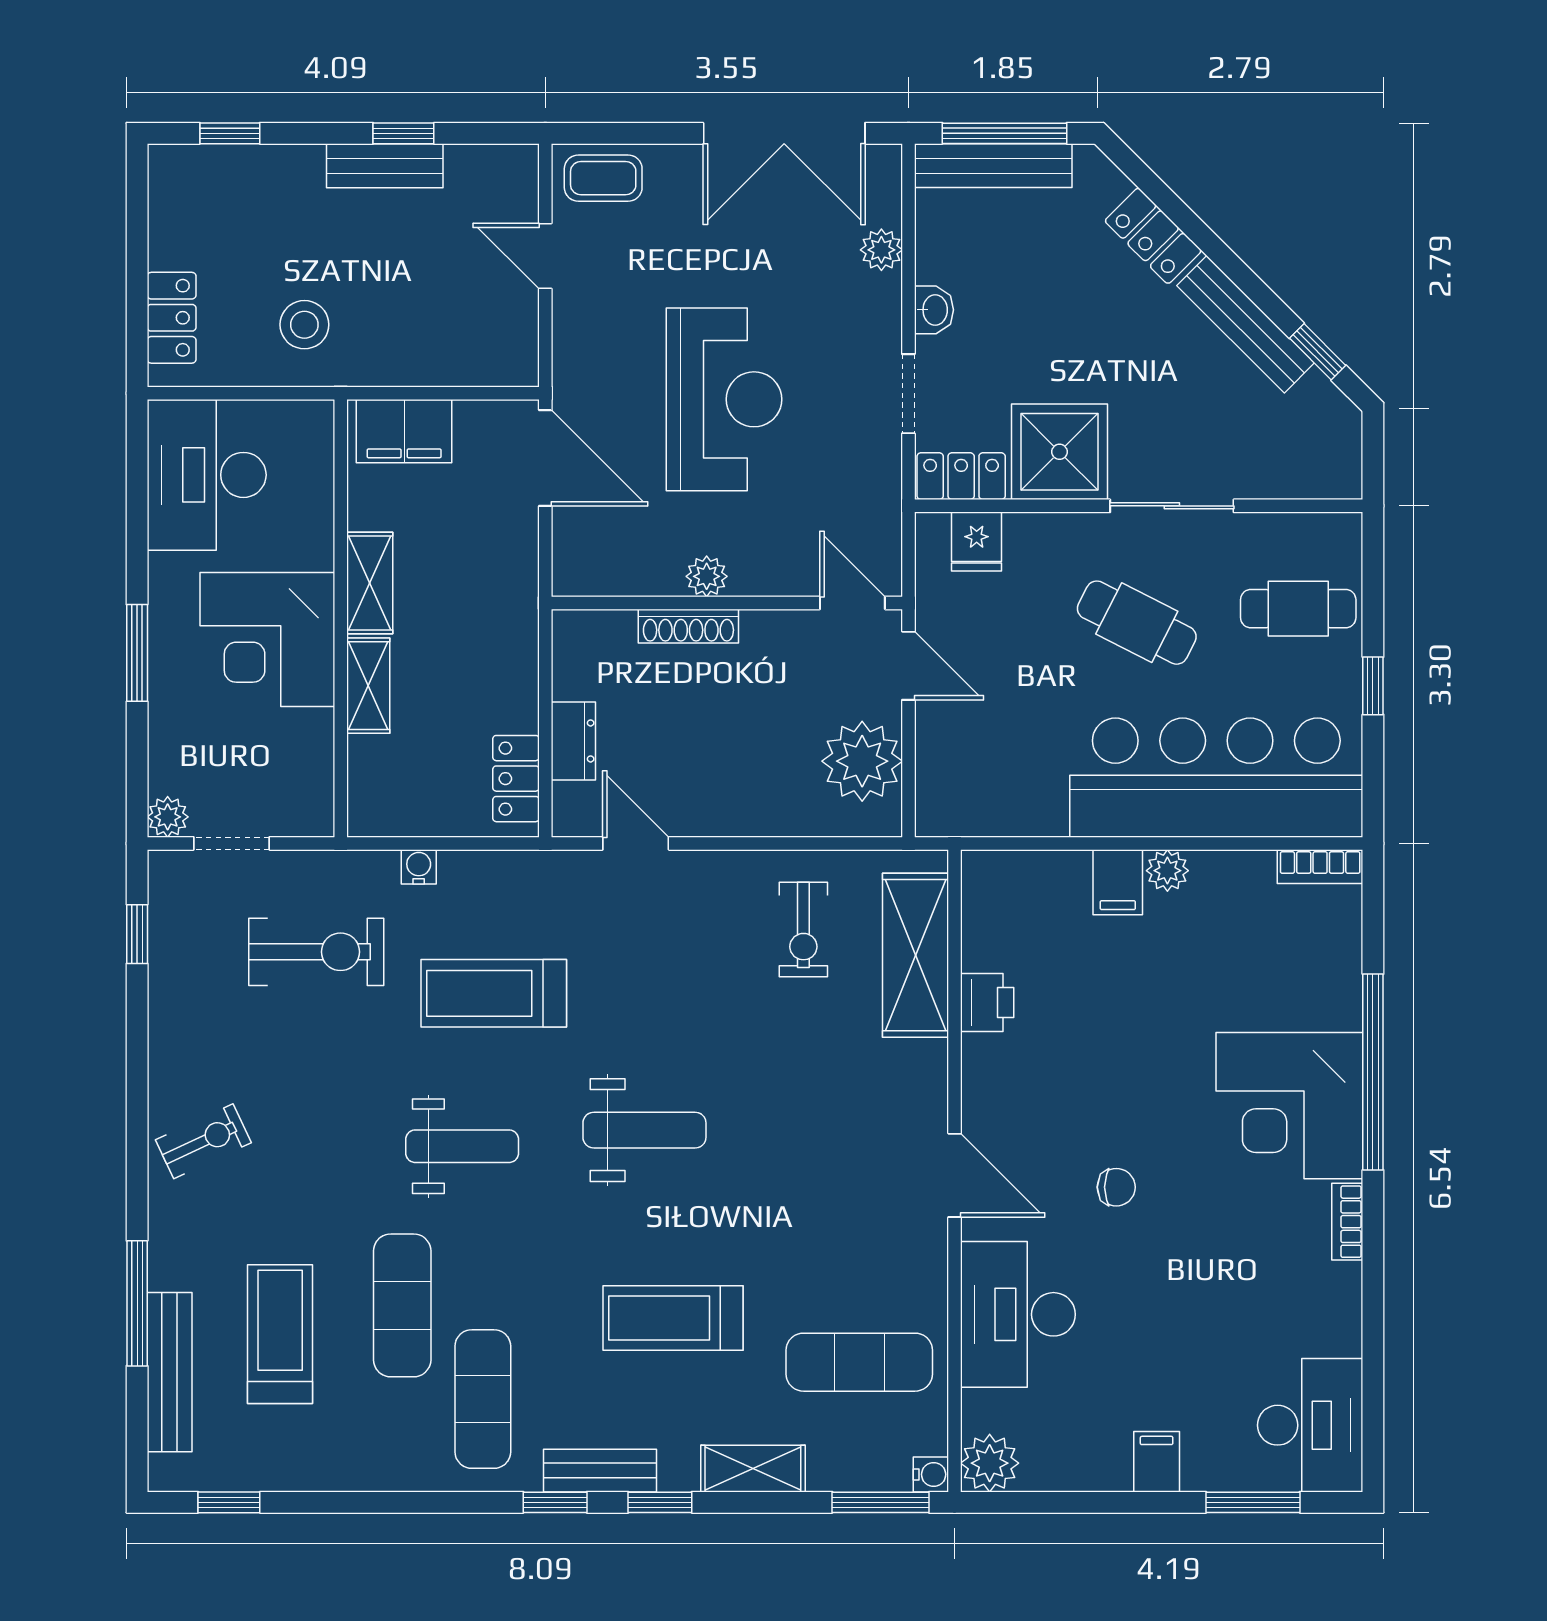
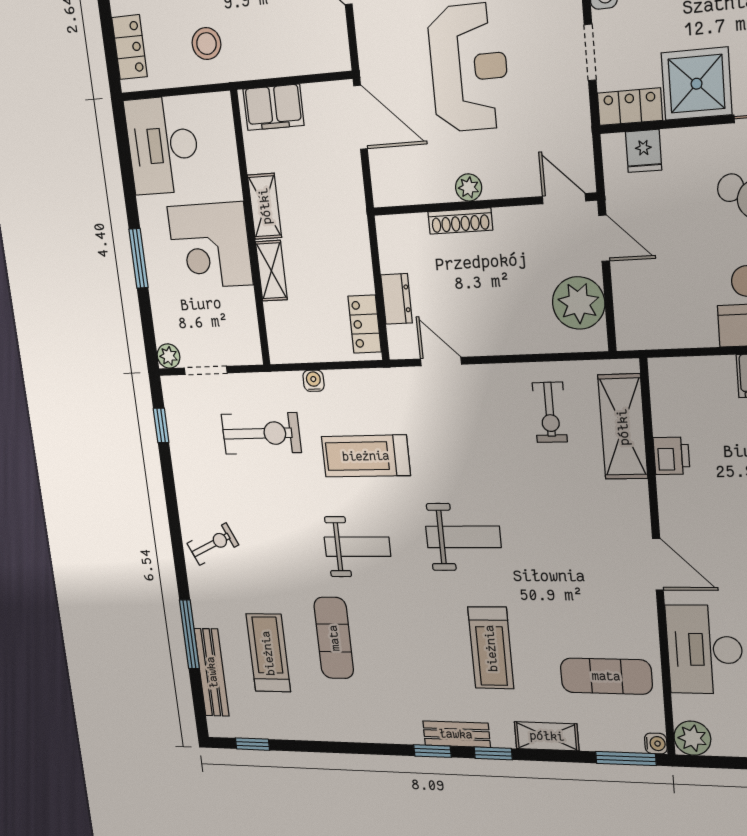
treadmill: (673, 1318) -> (491, 648), turned -90
exercise mat: (483, 1399) -> (385, 692), removed

